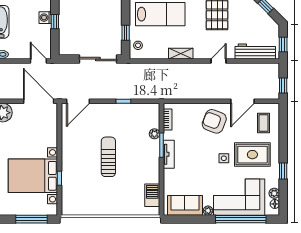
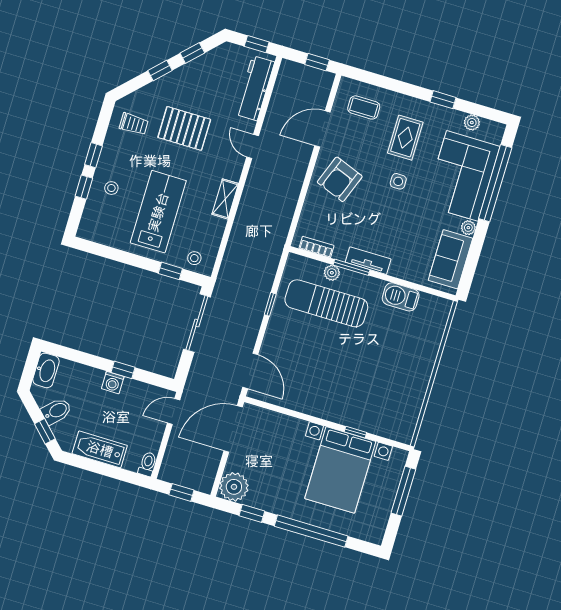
door: (242, 101) -> (322, 129), swing flipped
rug: (252, 155) -> (405, 138), width x0.73, depth x0.70
sun lounger: (108, 157) -> (326, 303), moved, width x1.36, depth x1.34
barbecue: (152, 195) -> (401, 297), moved
floor lamp: (275, 204) -> (488, 126), removed

